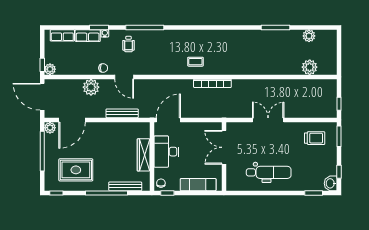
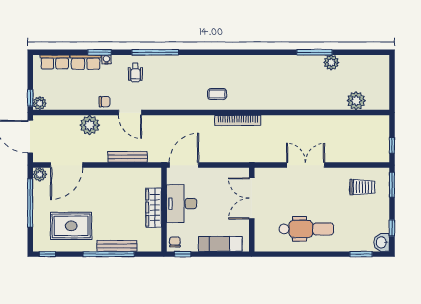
plant: (309, 36) -> (331, 62), moved
bench: (125, 186) -> (117, 246), moved

